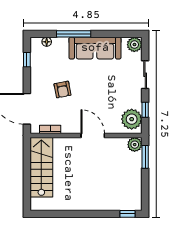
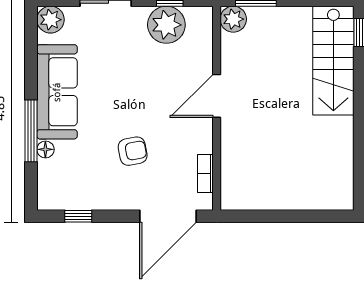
floor lamp: (47, 42) -> (45, 149), moved
plant: (132, 119) -> (166, 25), moved
stairs: (41, 167) -> (333, 61), moved, turned -90

